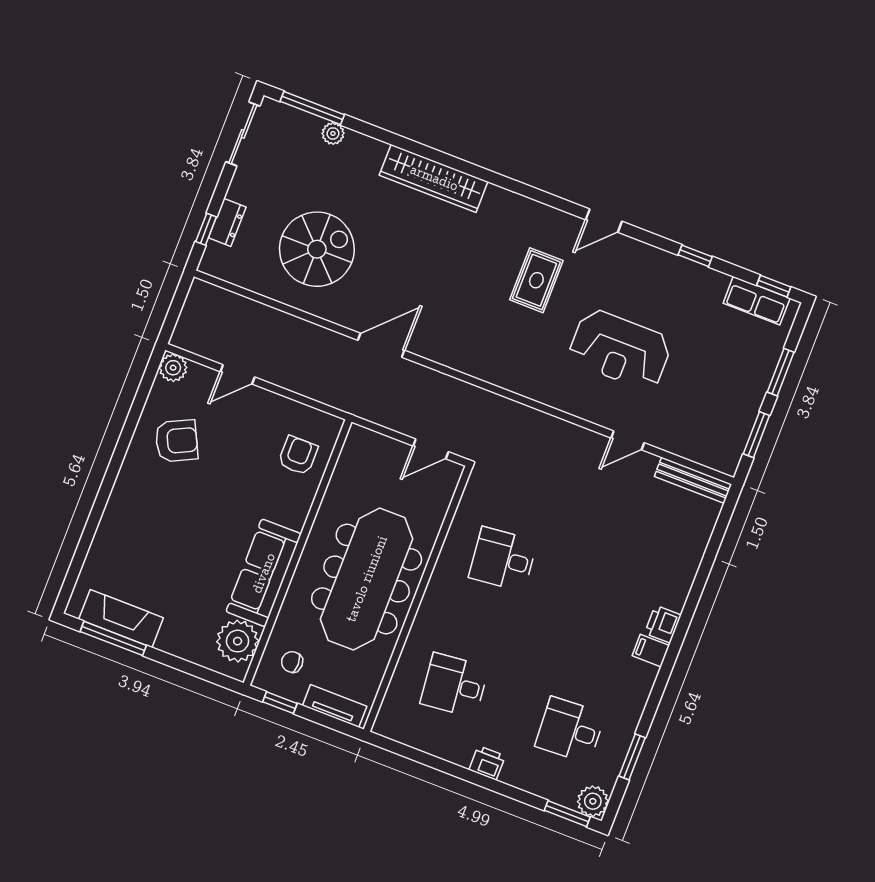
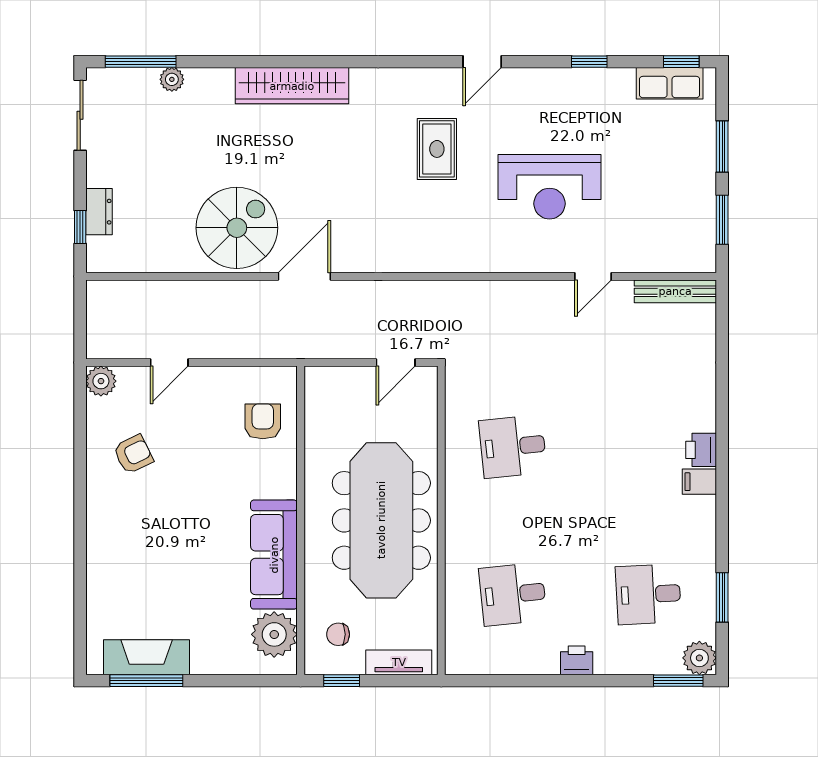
spiral stairs: (317, 249) -> (237, 228), moved
armchair: (177, 441) -> (133, 454), width x0.72, depth x0.72

